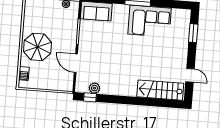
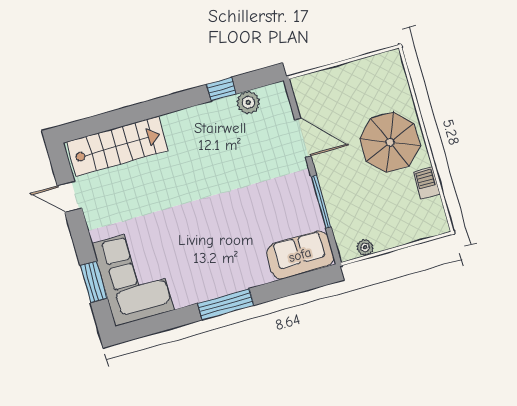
corner sofa: (150, 21) -> (133, 277), moved, turned 90
barbecue: (24, 74) -> (427, 183), moved
window: (90, 97) -> (221, 89), moved

